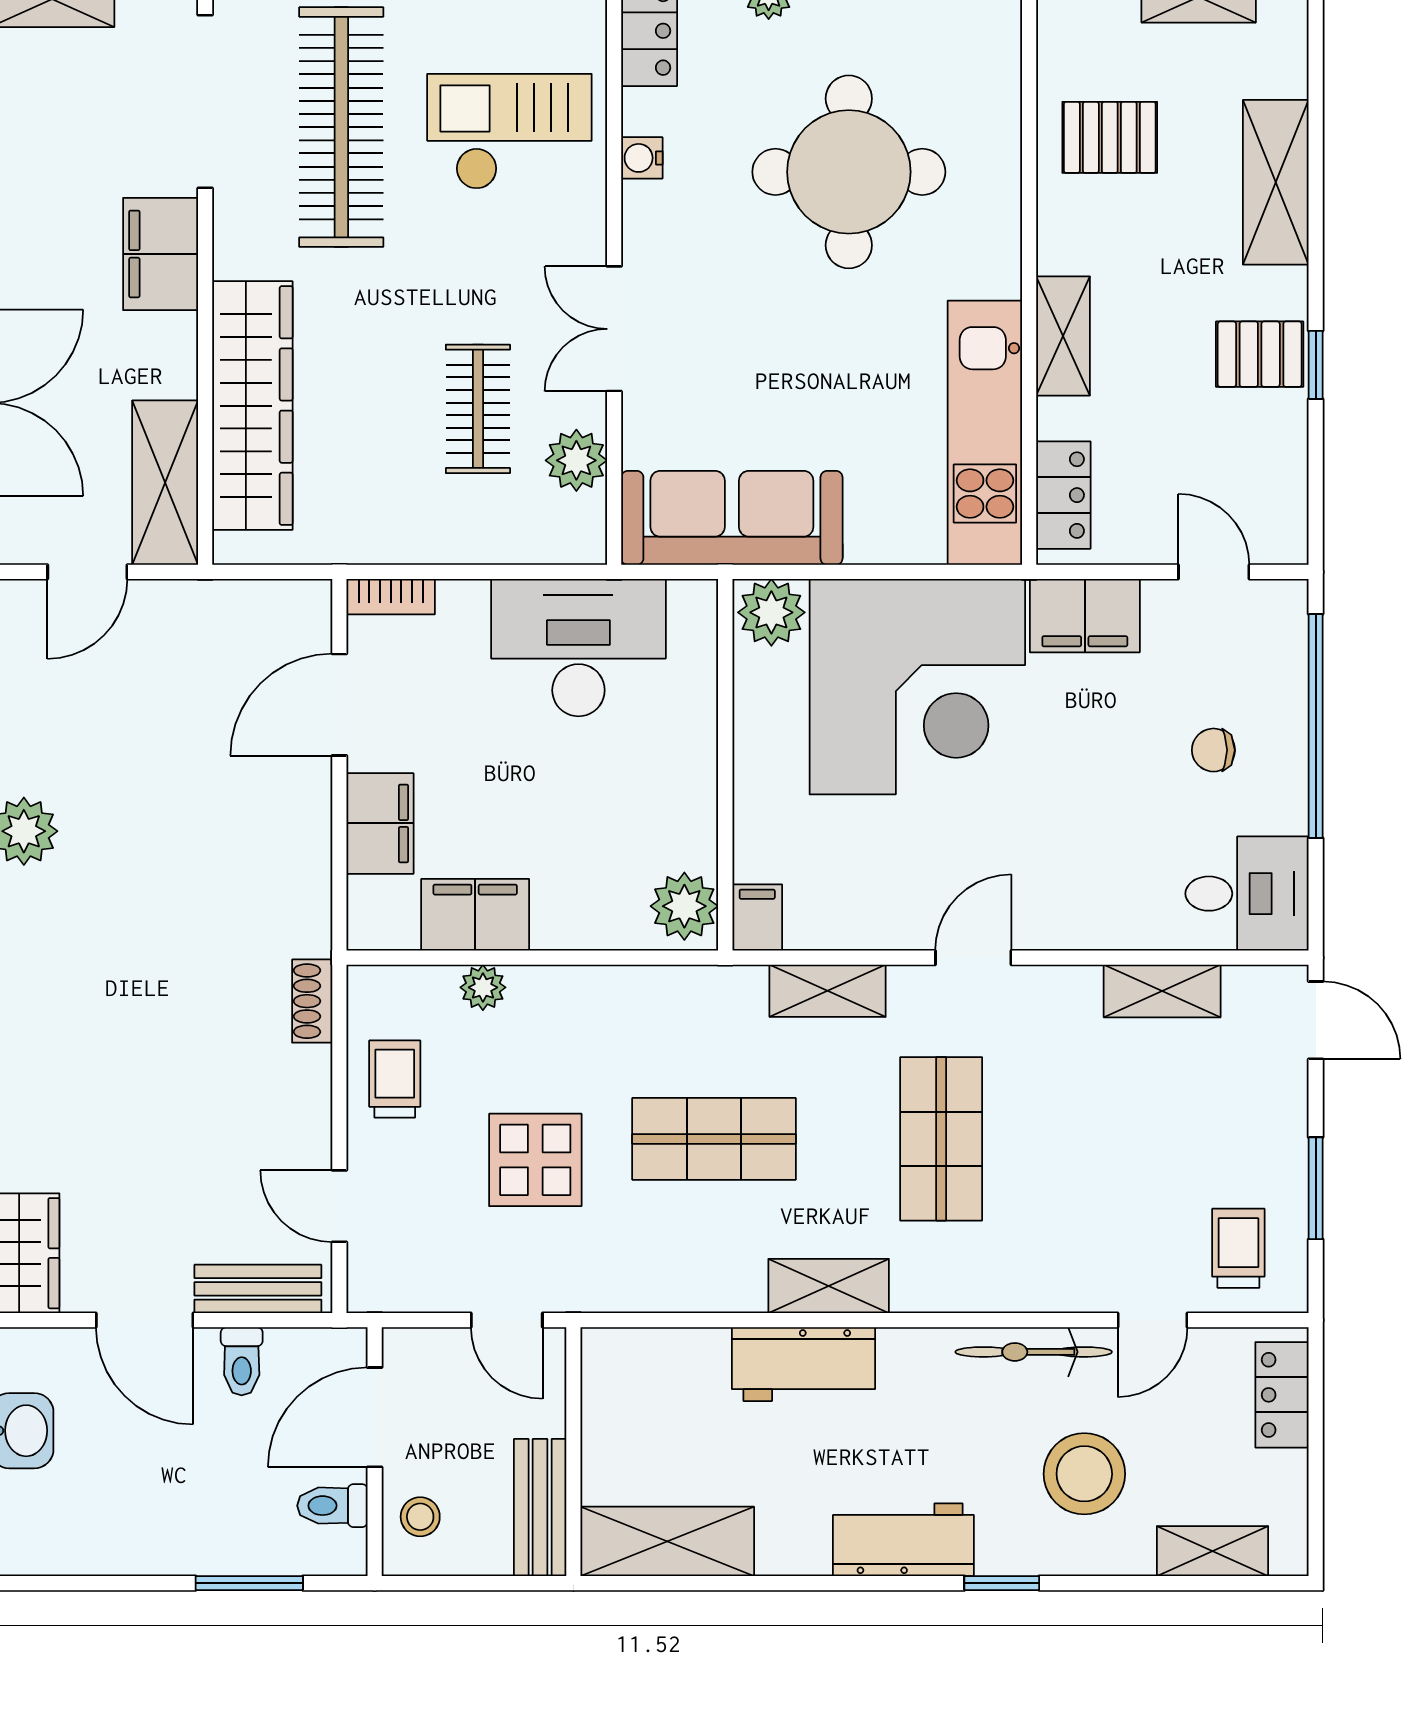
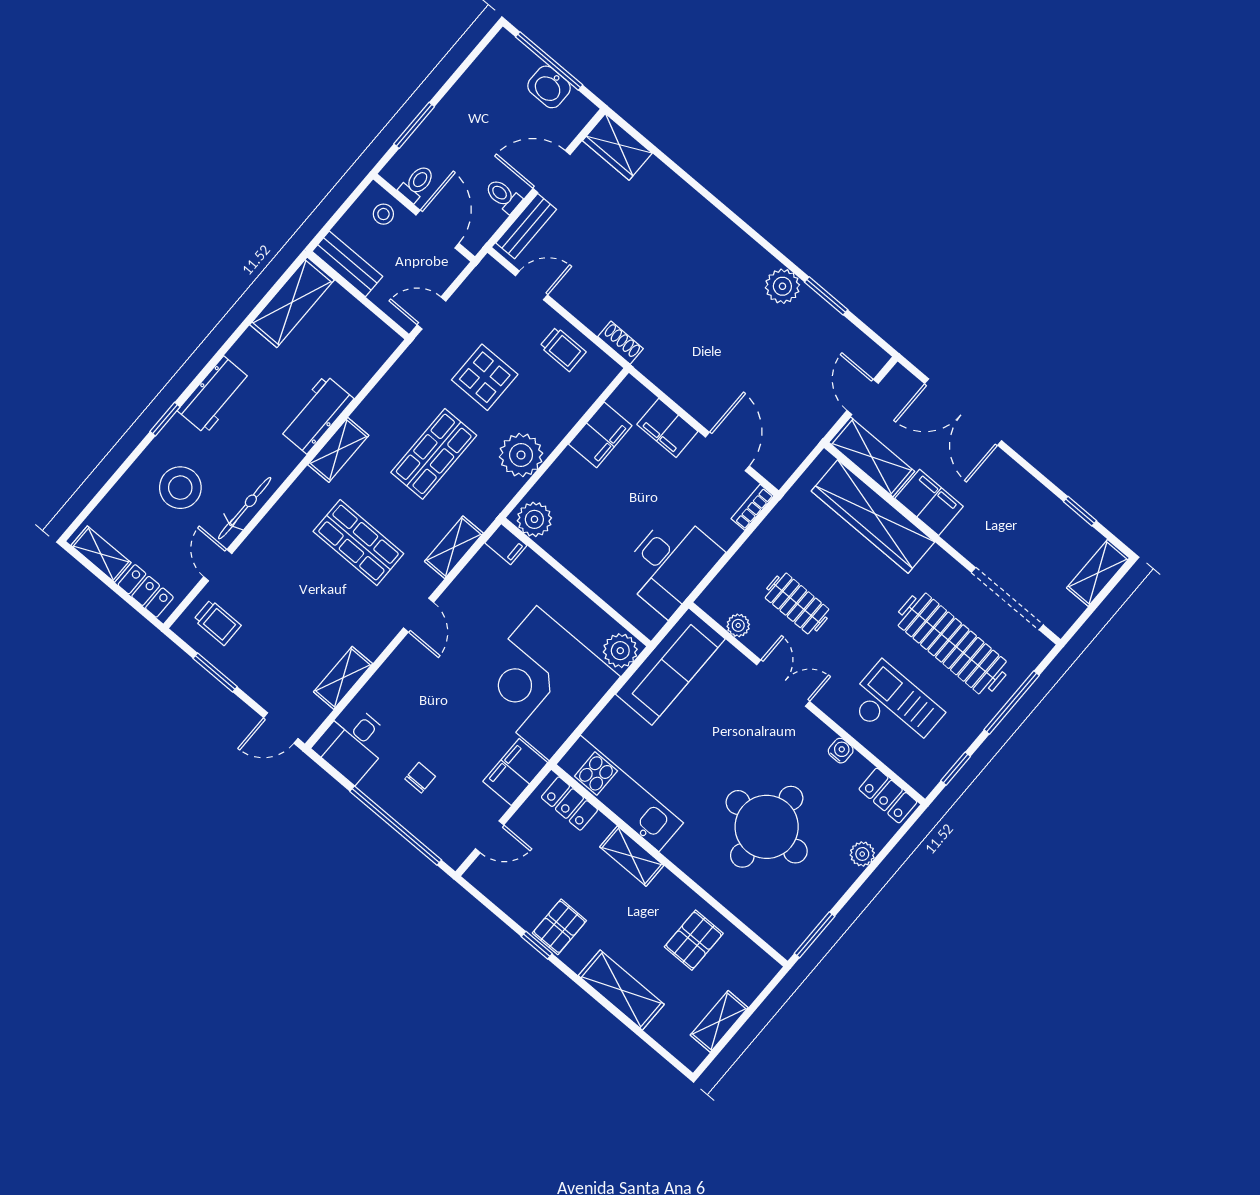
checkout: (509, 132) -> (895, 708), turned -90
filing cabinet: (161, 254) -> (929, 502), moved
plant: (576, 460) -> (738, 625), width x0.73, depth x0.73
plant: (483, 987) -> (521, 455), moved, width x1.87, depth x1.87
shelving: (1213, 1551) -> (101, 554), moved, turned 90

